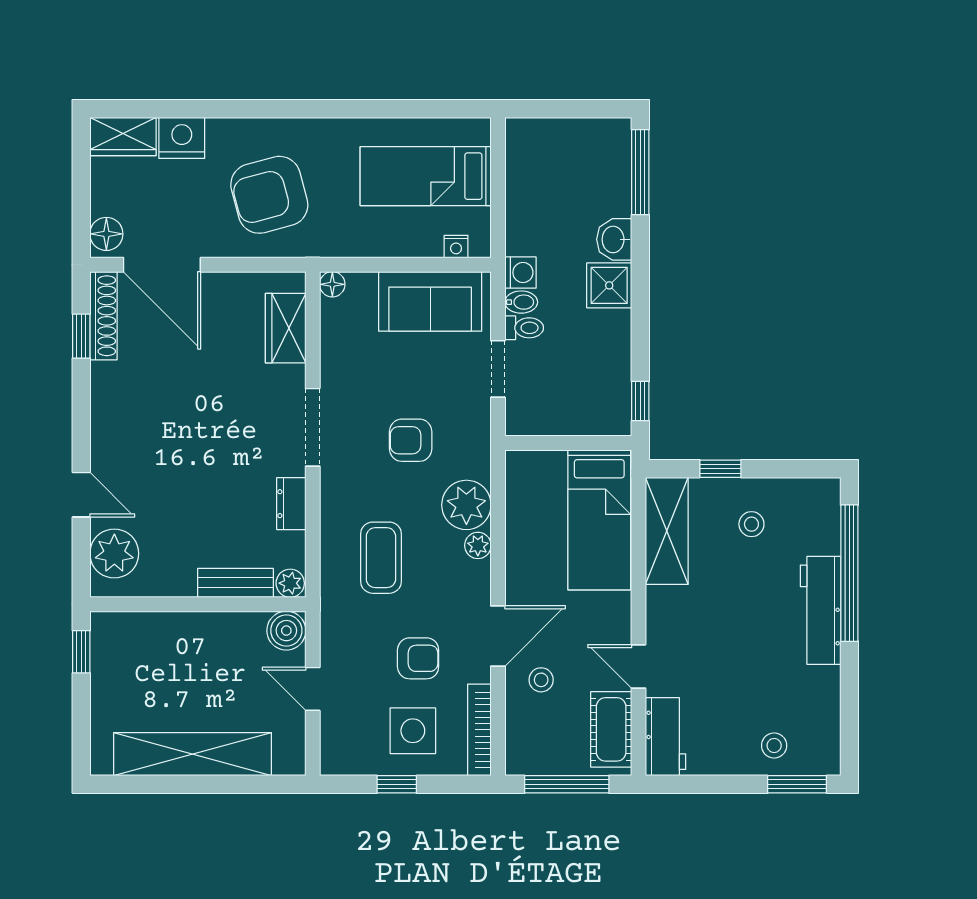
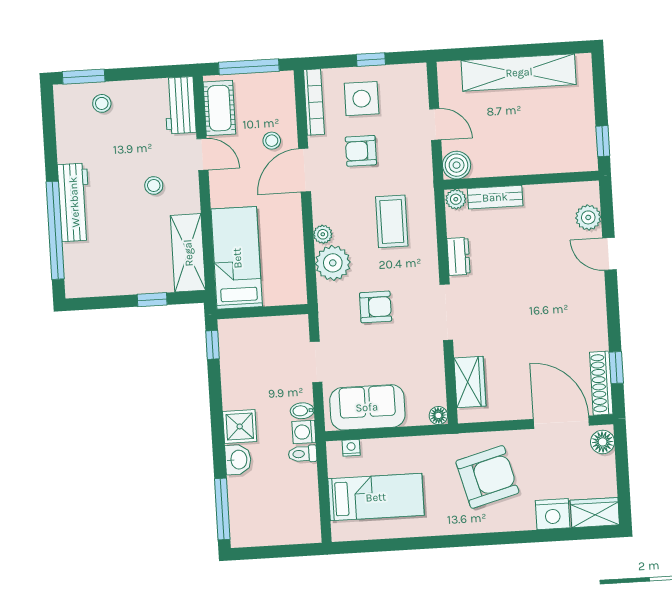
toilet: (524, 328) -> (303, 454), moved
stool: (751, 524) -> (154, 185), moved
plant: (114, 553) -> (588, 217), width x0.73, depth x0.73

